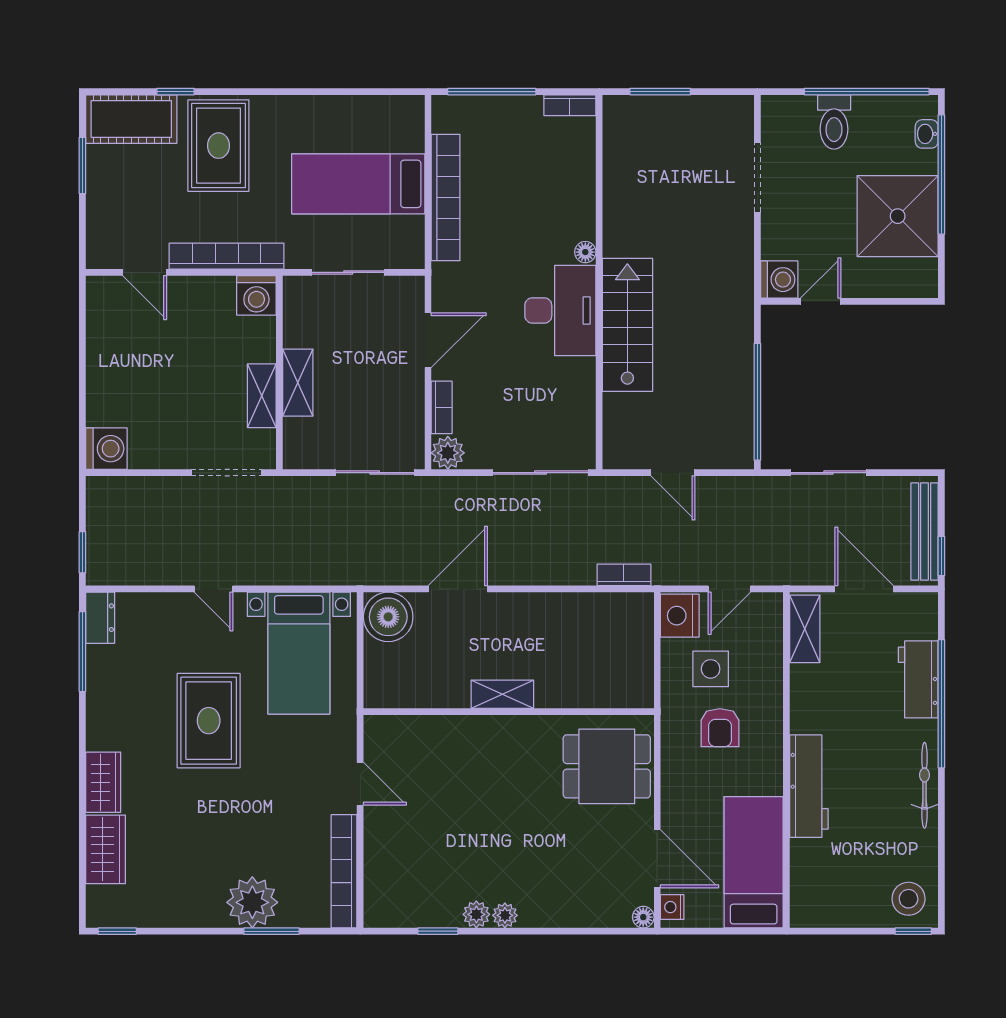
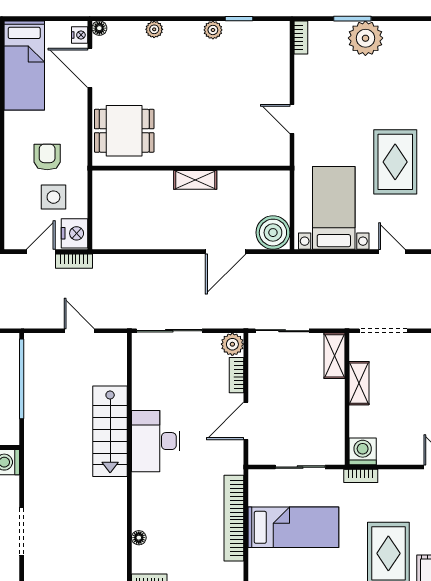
floor lamp: (585, 252) -> (139, 538), moved
bookcase: (227, 256) -> (361, 476), width x0.43, depth x0.76
shelving: (298, 383) -> (334, 356), moved
bookcase: (624, 575) -> (74, 261), moved
bookcase: (344, 871) -> (301, 37), width x0.43, depth x0.76
plant: (505, 915) -> (154, 29), moved

